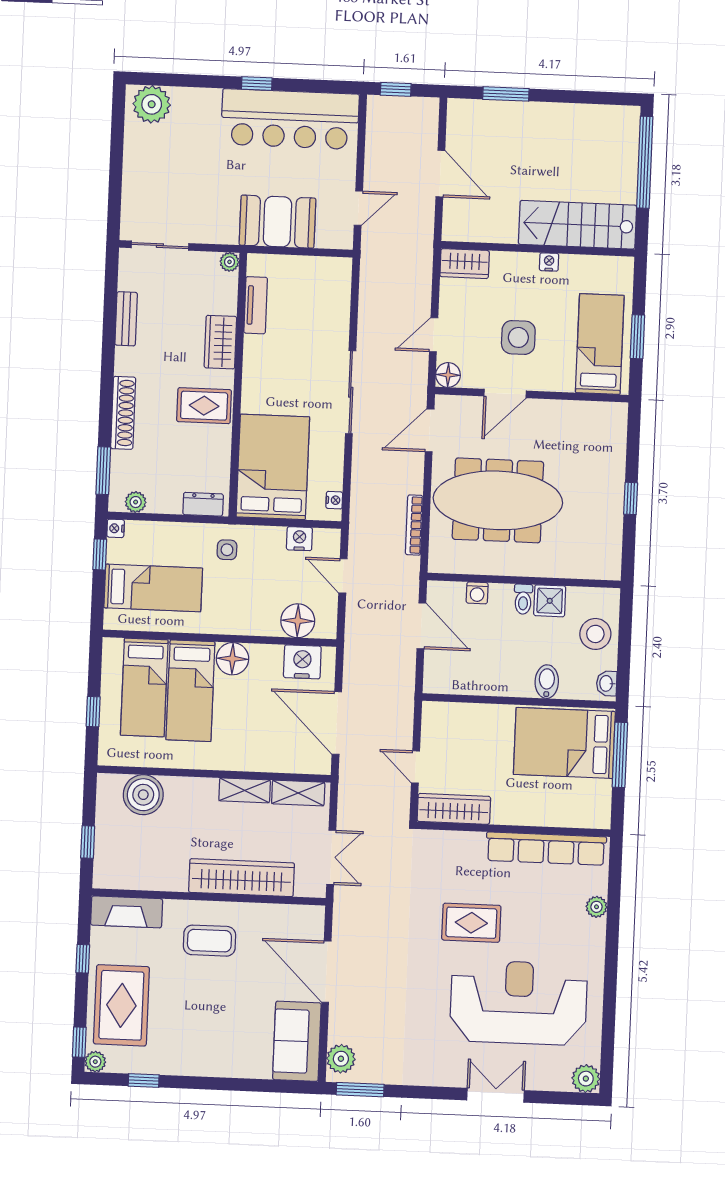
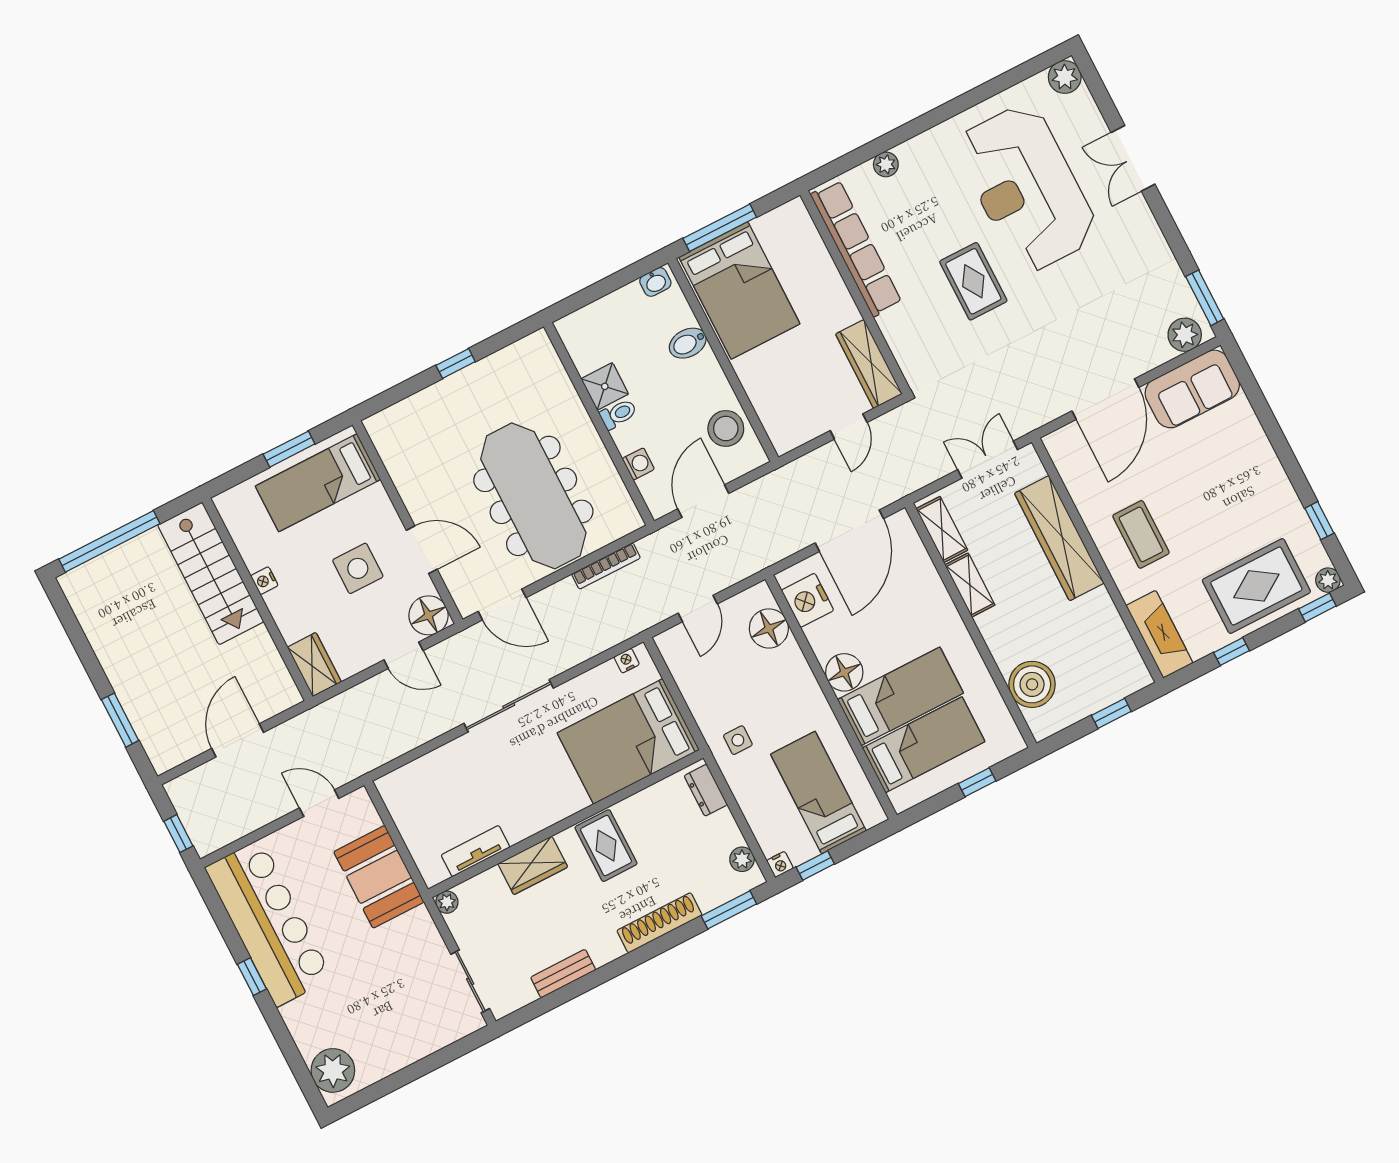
floor lamp: (448, 375) -> (429, 615), width x1.38, depth x1.38
nightstand: (299, 539) -> (685, 674), removed
stool: (595, 634) -> (726, 428), moved

